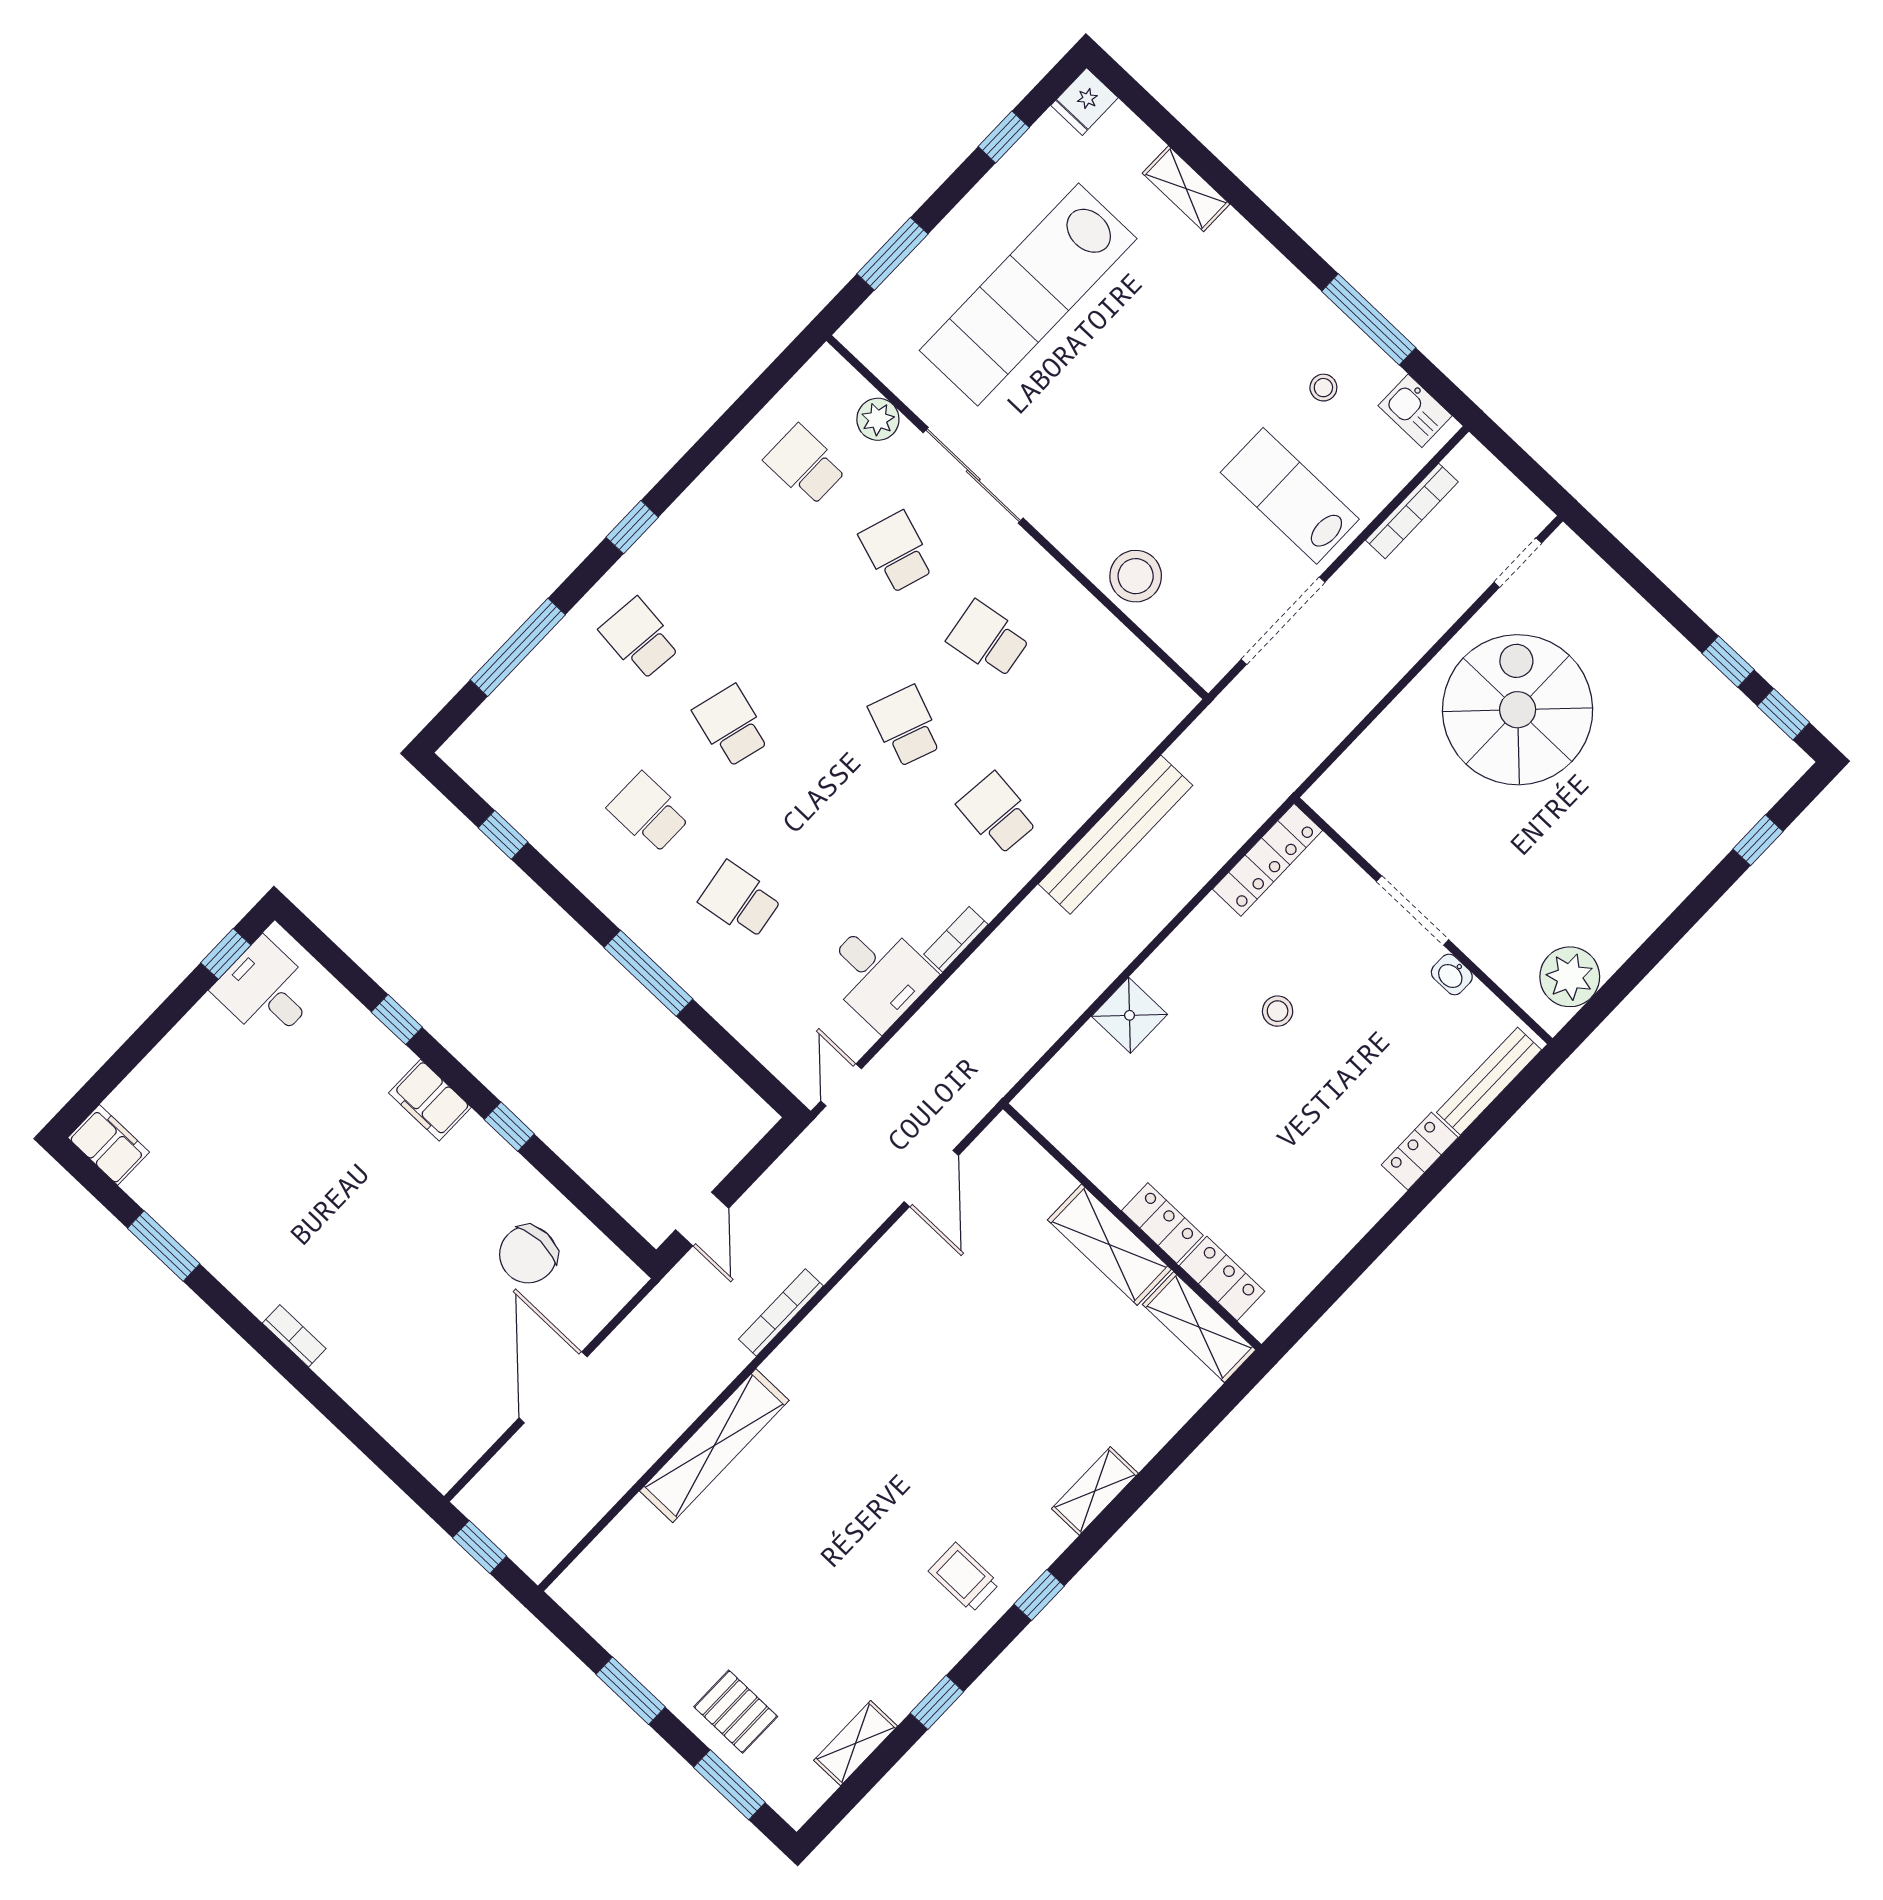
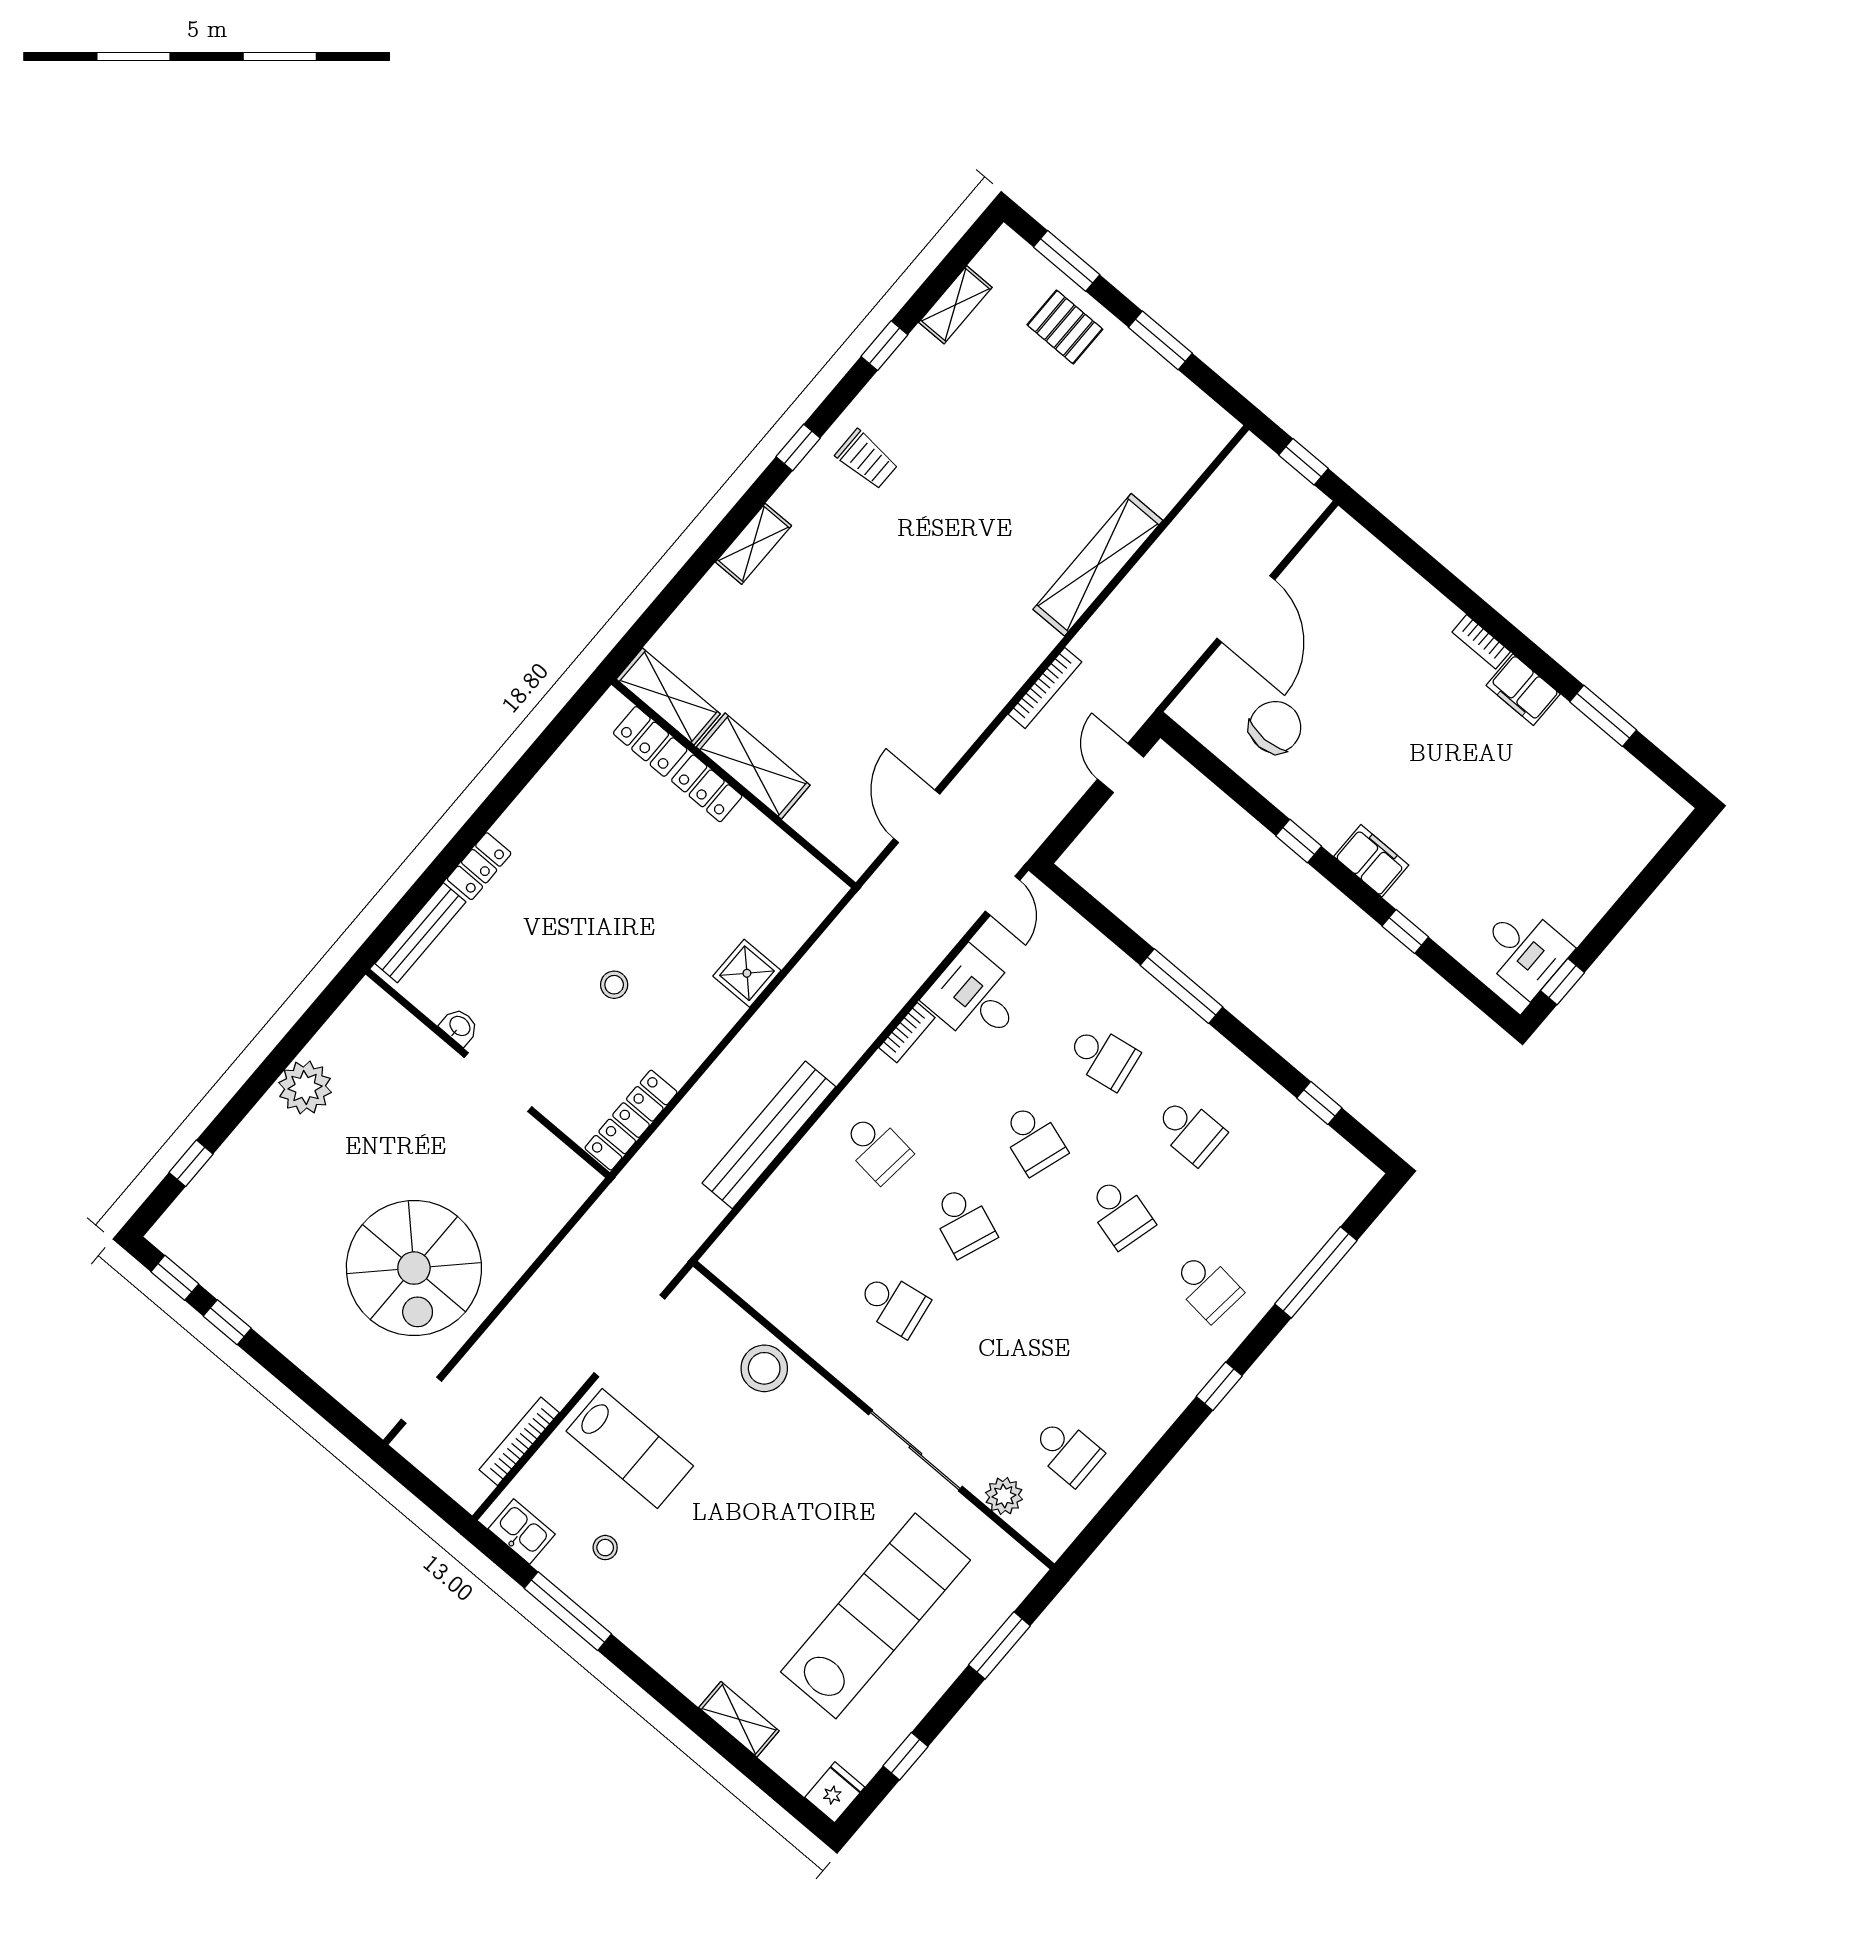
school desk: (897, 552) -> (1033, 1139), moved
plant: (1570, 977) -> (305, 1087), moved
filing cabinet: (109, 1145) -> (1523, 690), moved

